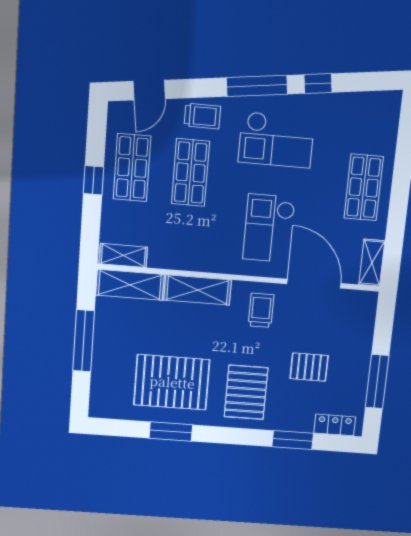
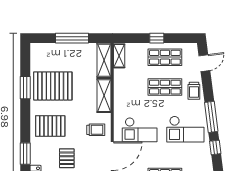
door: (149, 90) -> (204, 63), swing flipped
checkout: (276, 140) -> (185, 129), turned -90
checkout: (269, 228) -> (140, 130), turned 180
pallet: (172, 382) -> (53, 86), turned 90

